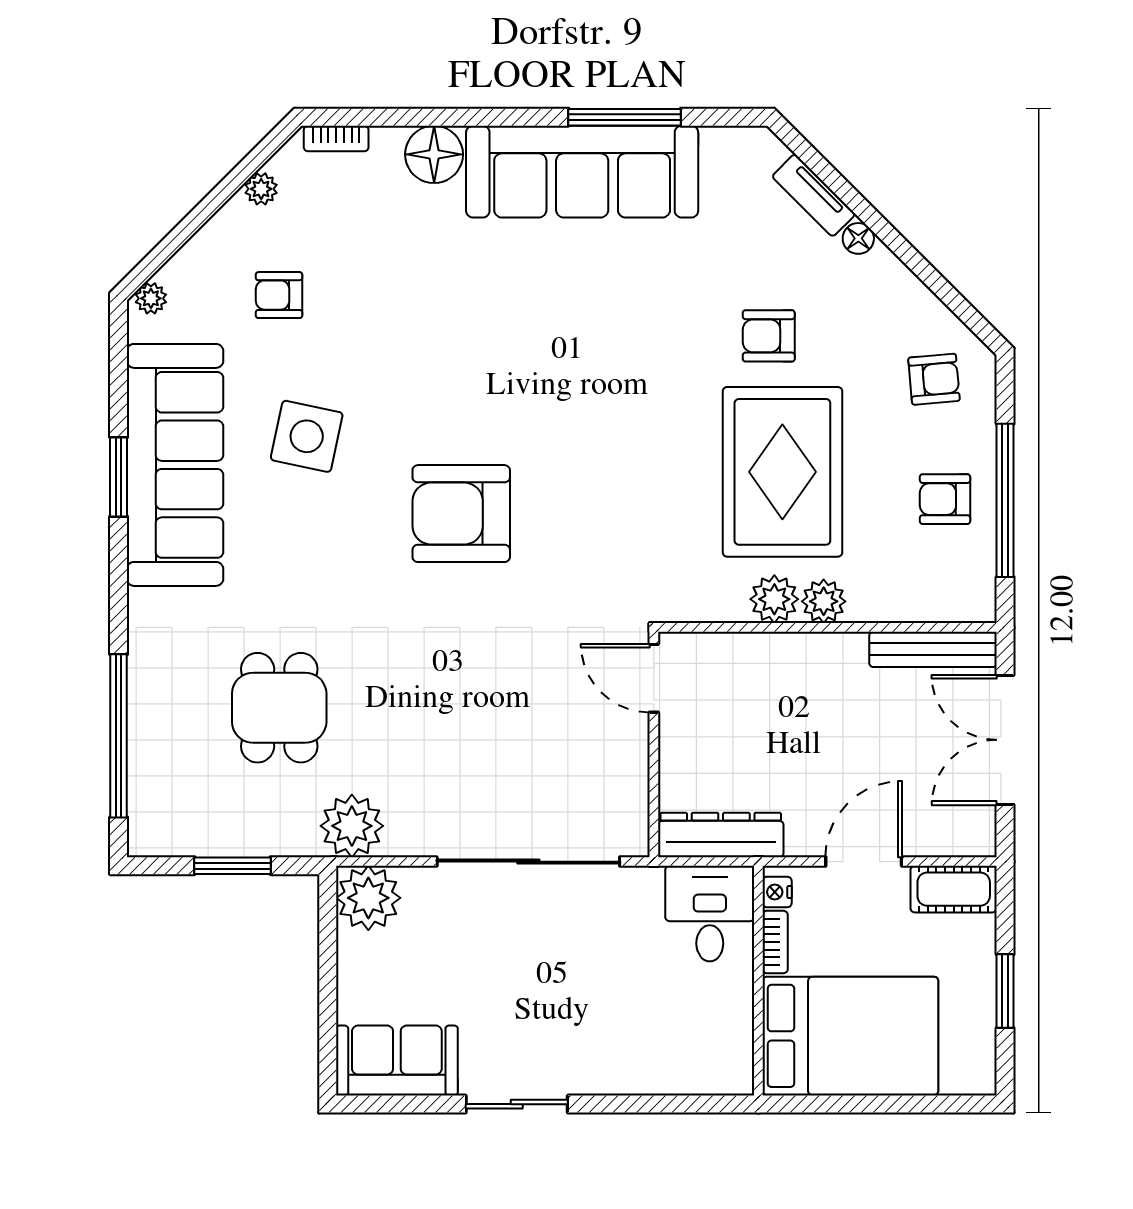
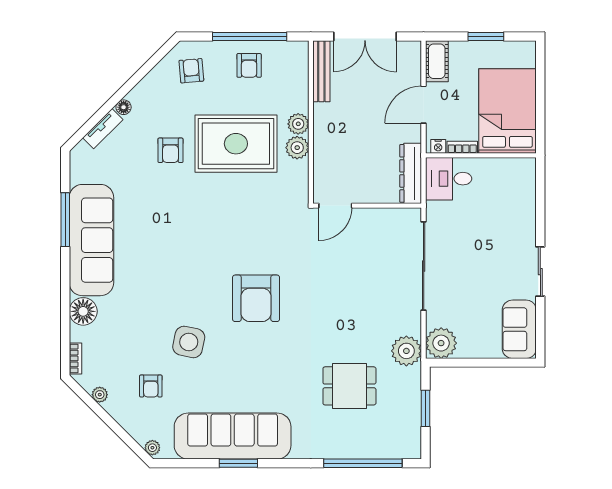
side table: (307, 436) -> (189, 342), moved
door: (864, 862) -> (424, 105), hinge flipped

